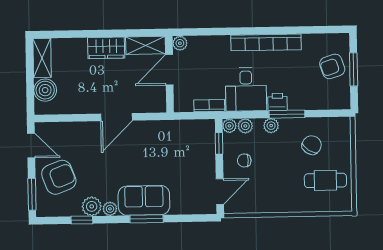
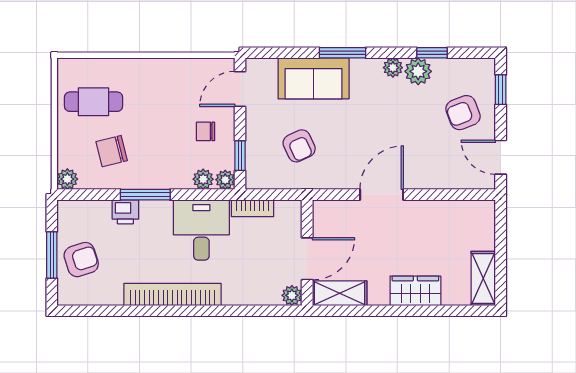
wardrobe: (106, 48) -> (415, 291), moved
boiler: (45, 90) -> (480, 234), removed
printer: (277, 102) -> (125, 212), moved
plant: (271, 126) -> (67, 179), moved
chair: (312, 145) -> (112, 151), turned 42
armchair: (177, 151) -> (299, 146), added
chair: (244, 160) -> (206, 131), turned 180
armchair: (59, 177) -> (463, 113), width x0.72, depth x0.72
window: (32, 194) -> (501, 90), width x0.67
sofa: (144, 200) -> (314, 78), moved

